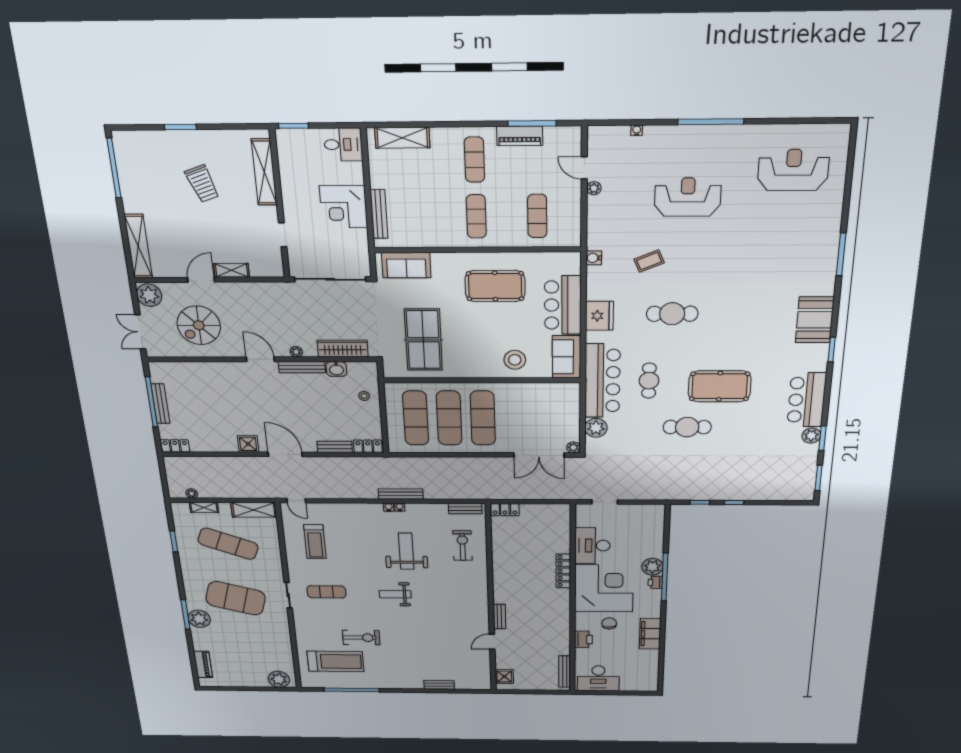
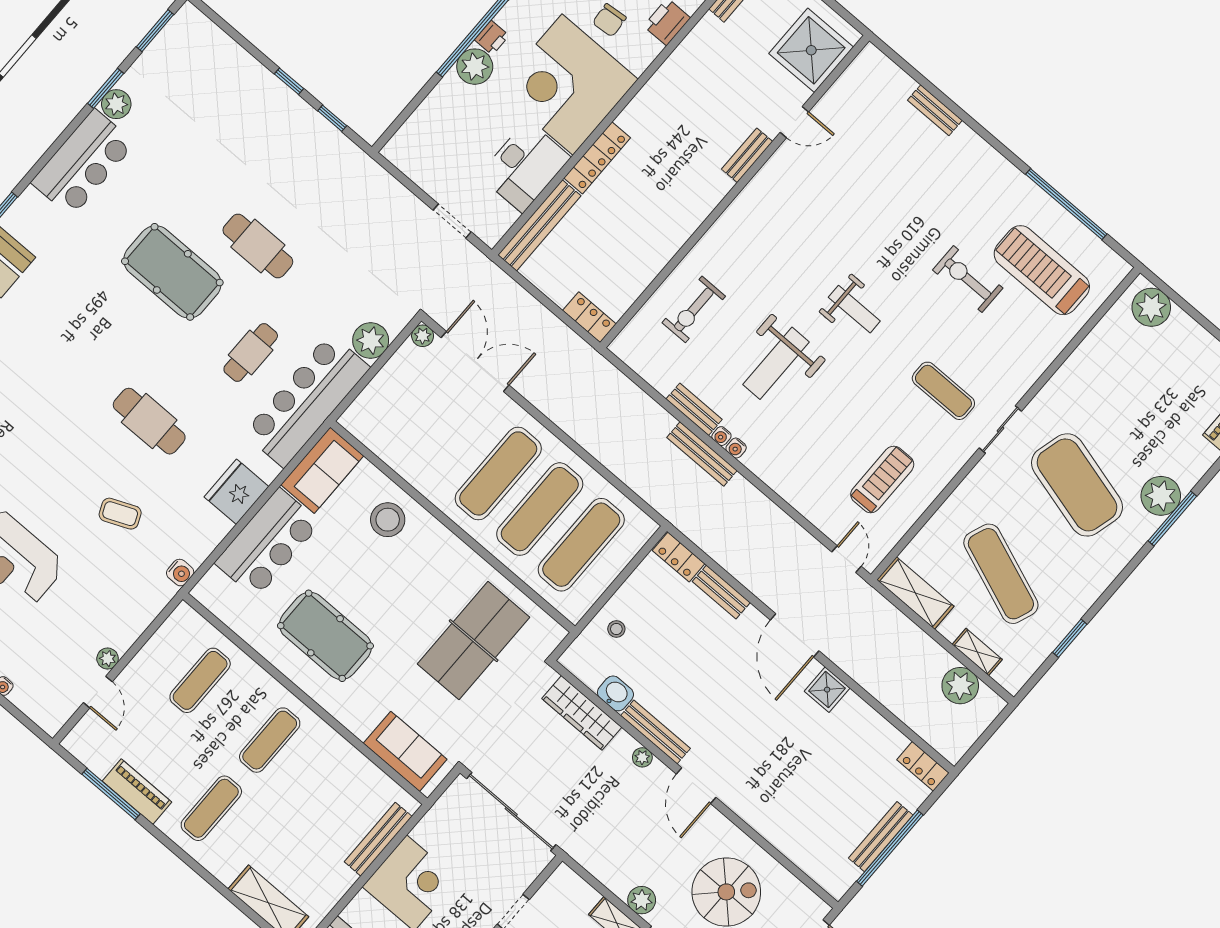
plant: (231, 290) -> (642, 900), added
plant: (192, 494) -> (960, 686), width x1.88, depth x1.88
bench: (465, 509) -> (694, 409), moved
bench: (563, 528) -> (539, 225), added
shower: (504, 677) -> (811, 50), width x1.86, depth x1.86

